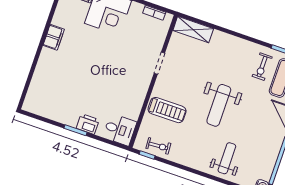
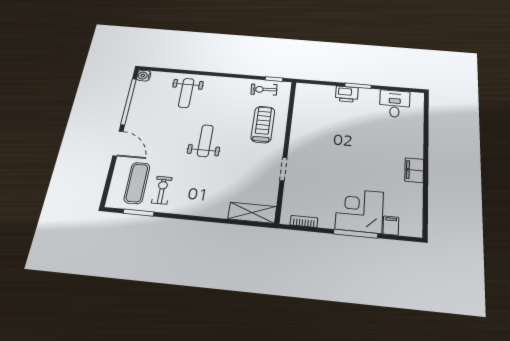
weight bench: (219, 105) -> (205, 141), width x0.73, depth x0.75
treadmill: (167, 110) -> (263, 124), turned 90
desk: (120, 130) -> (395, 104), moved, turned 90

